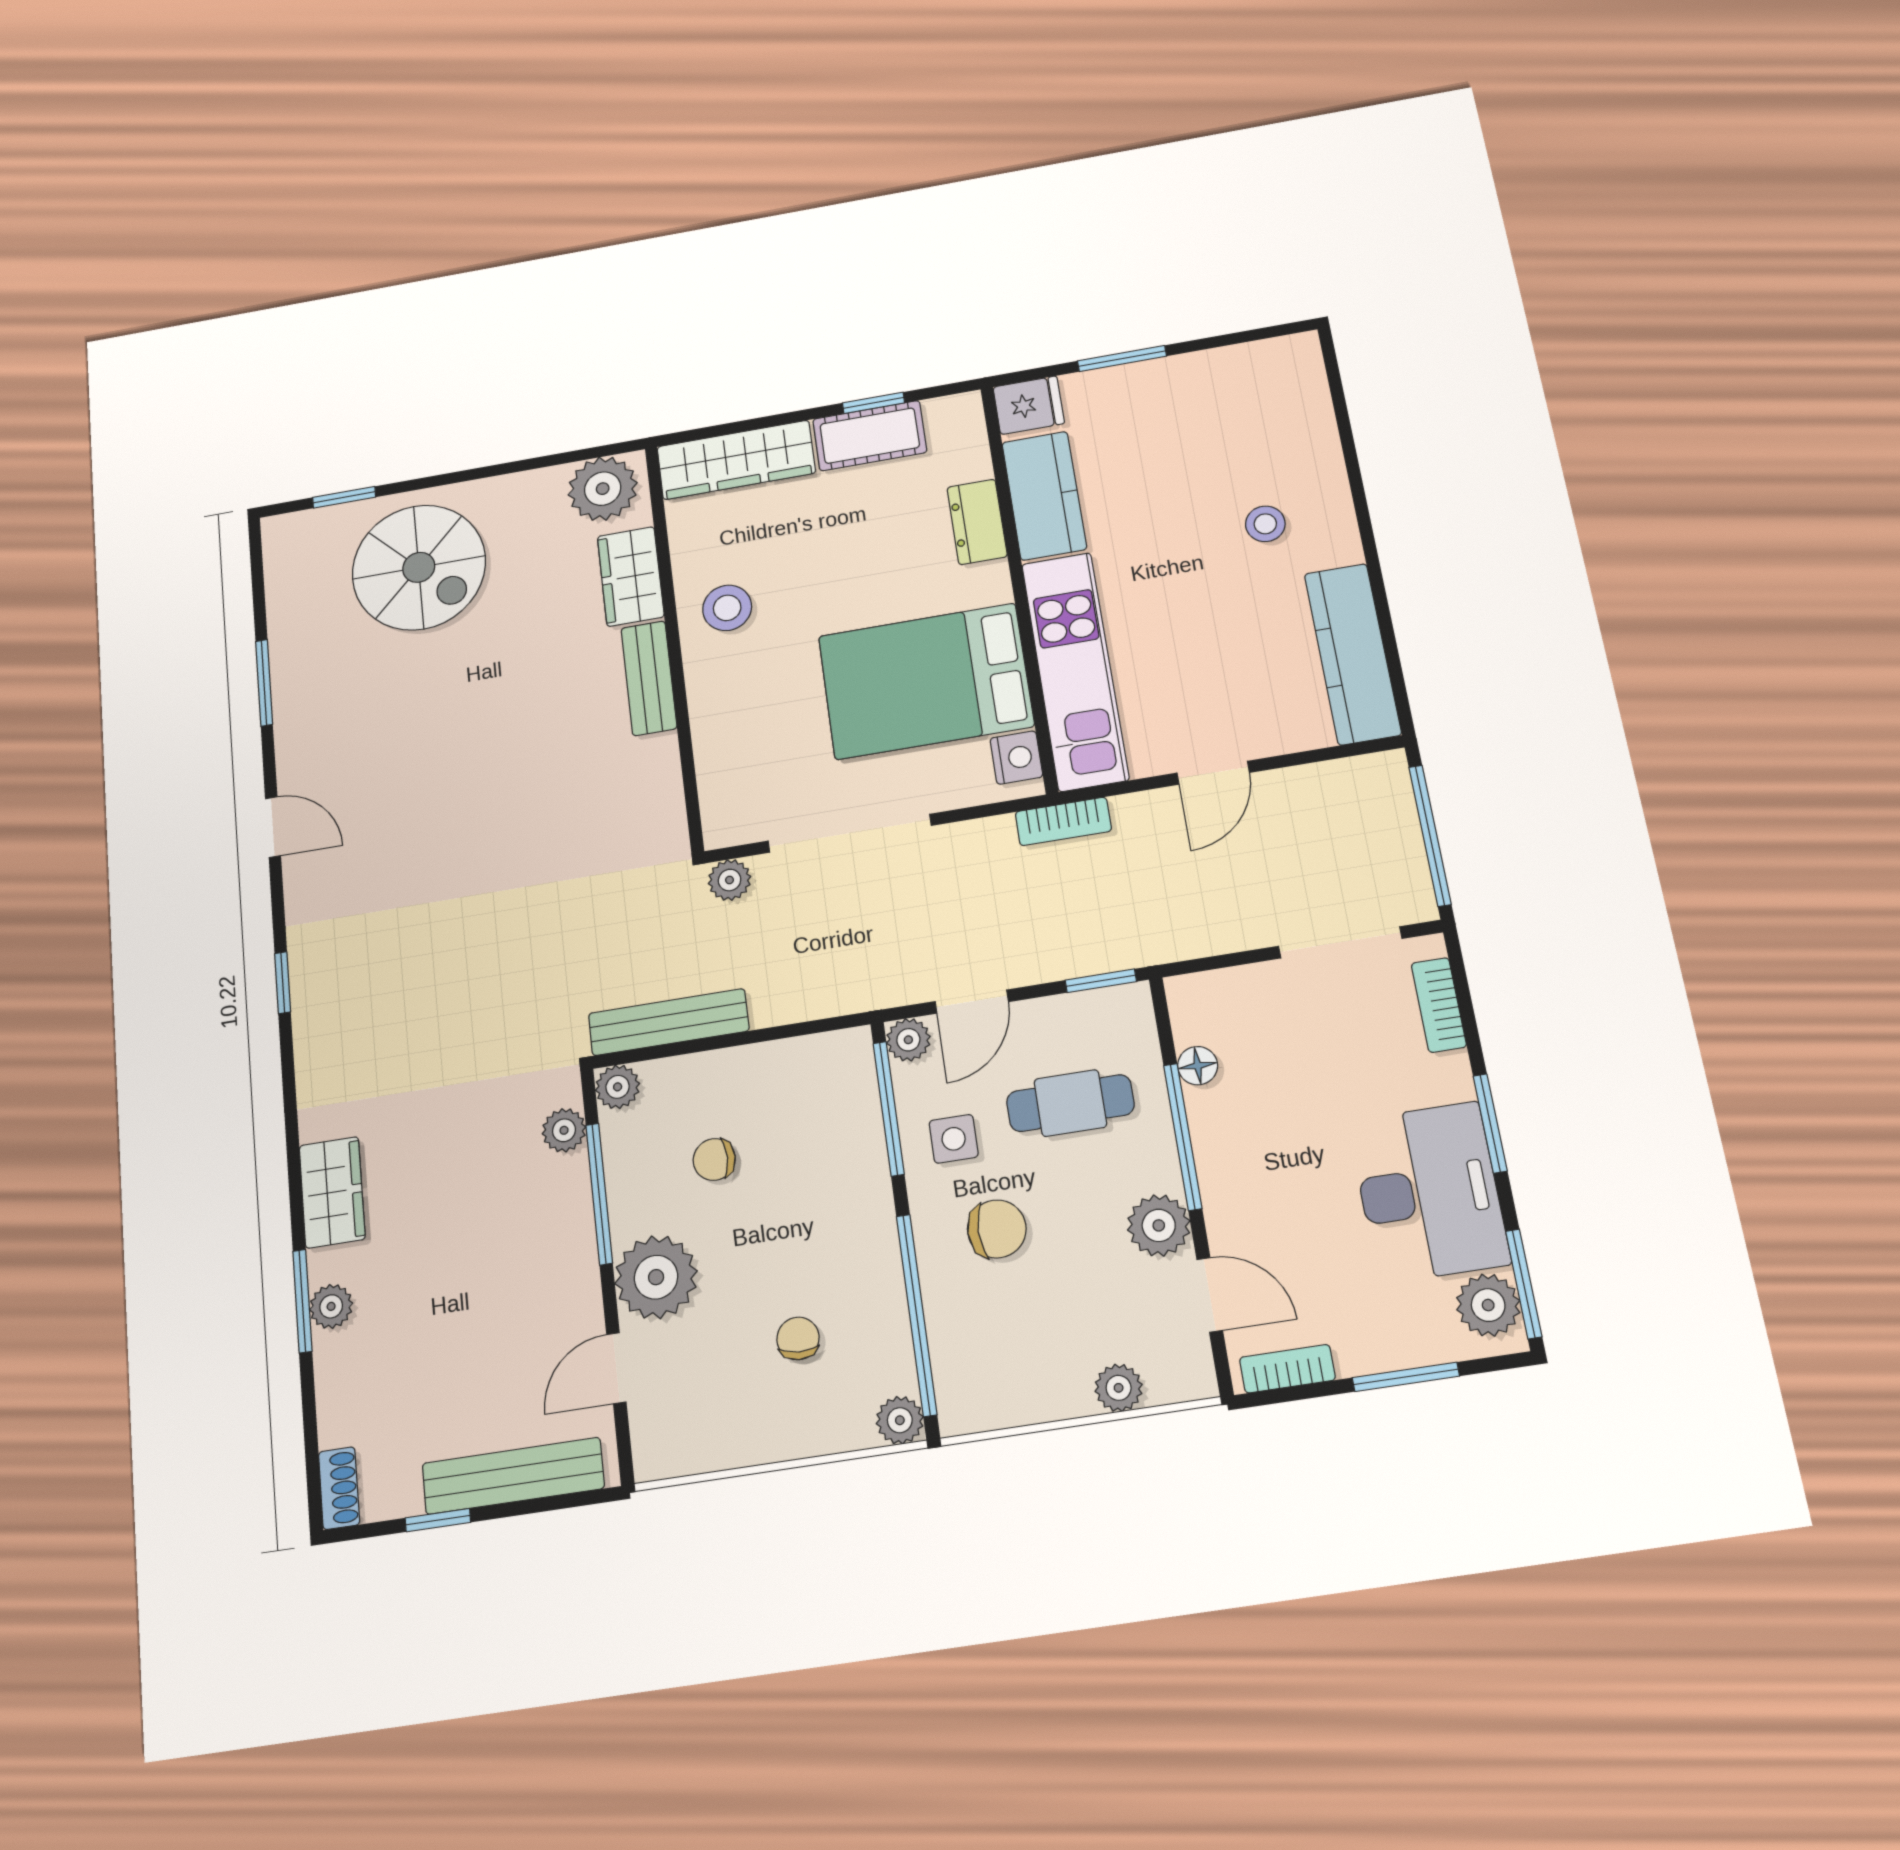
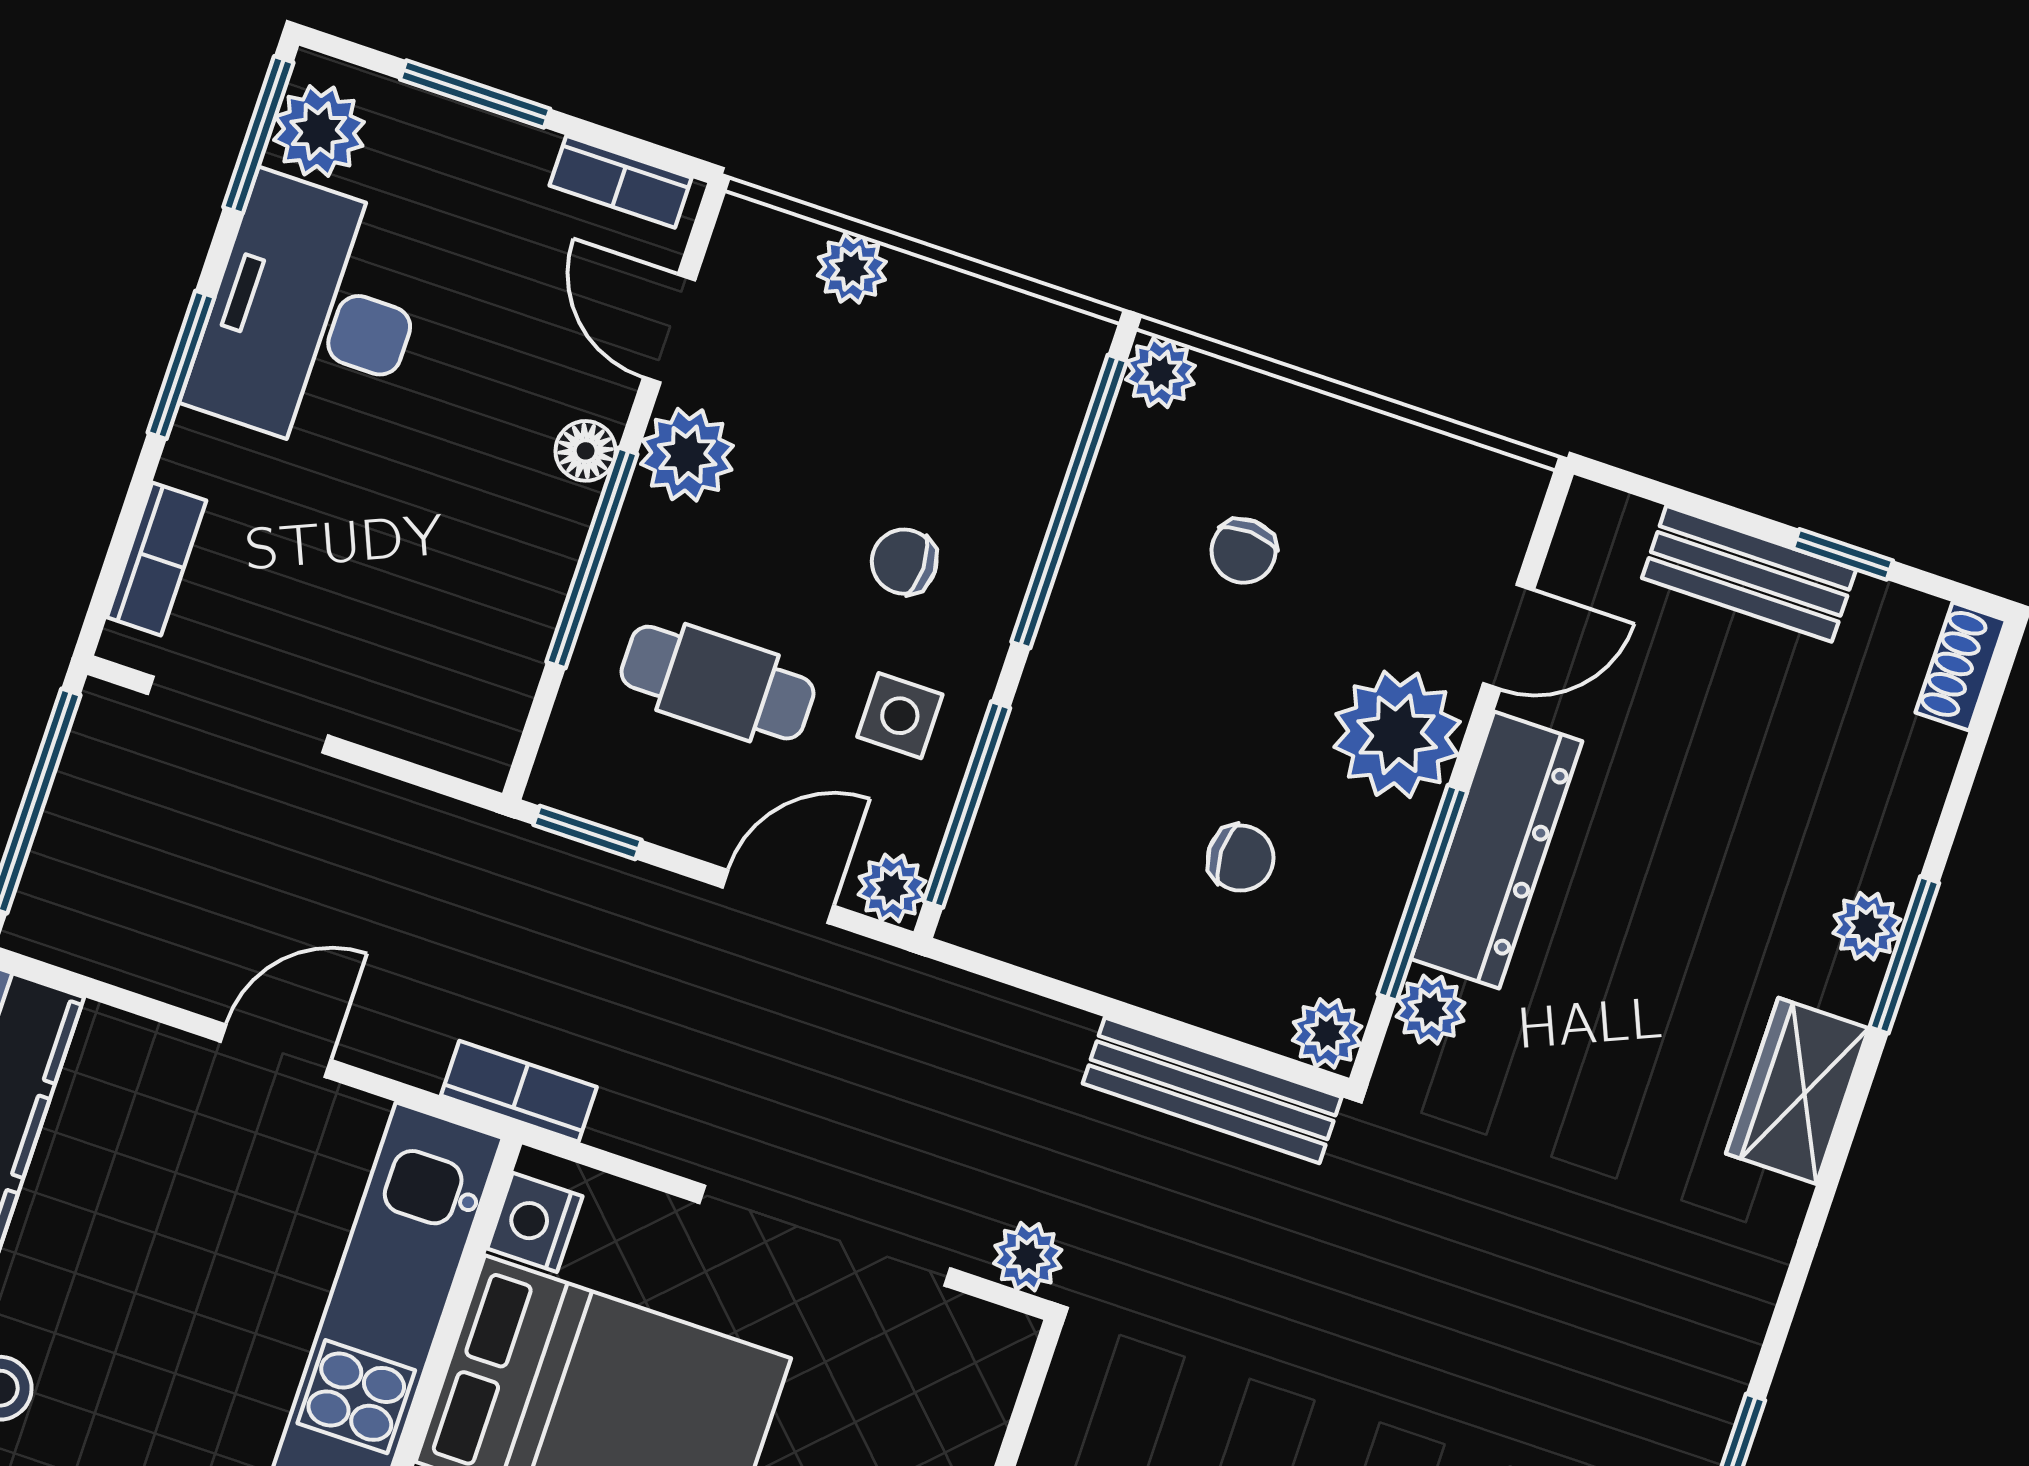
floor lamp: (1198, 1066) -> (586, 451), moved
chair: (997, 1229) -> (904, 562), width x0.73, depth x0.73
dresser: (567, 1240) -> (1497, 850), added
bench: (513, 1476) -> (1749, 574), width x0.73

